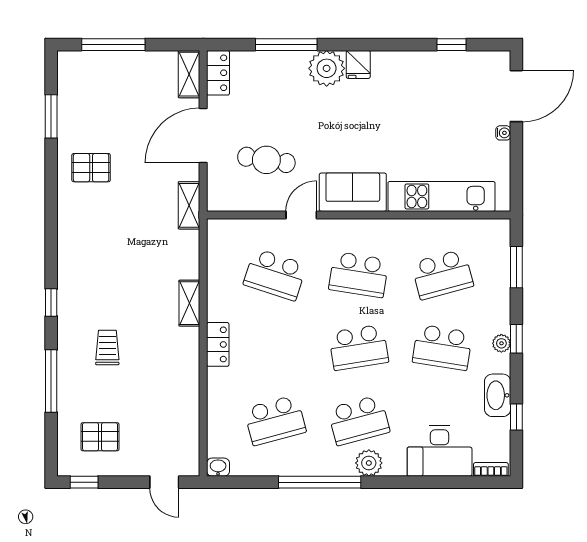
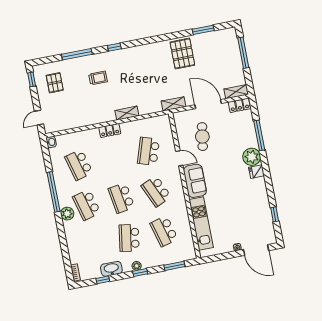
pallet: (91, 168) -> (182, 54), width x1.50, depth x1.42
school desk: (359, 274) -> (156, 191), turned -33
desk: (440, 451) -> (79, 246), removed

